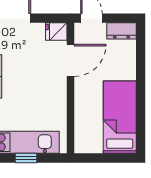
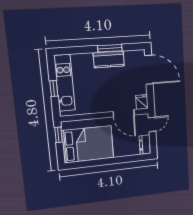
bed: (120, 117) -> (88, 144), width x1.50
window: (93, 158) -> (58, 135), added

